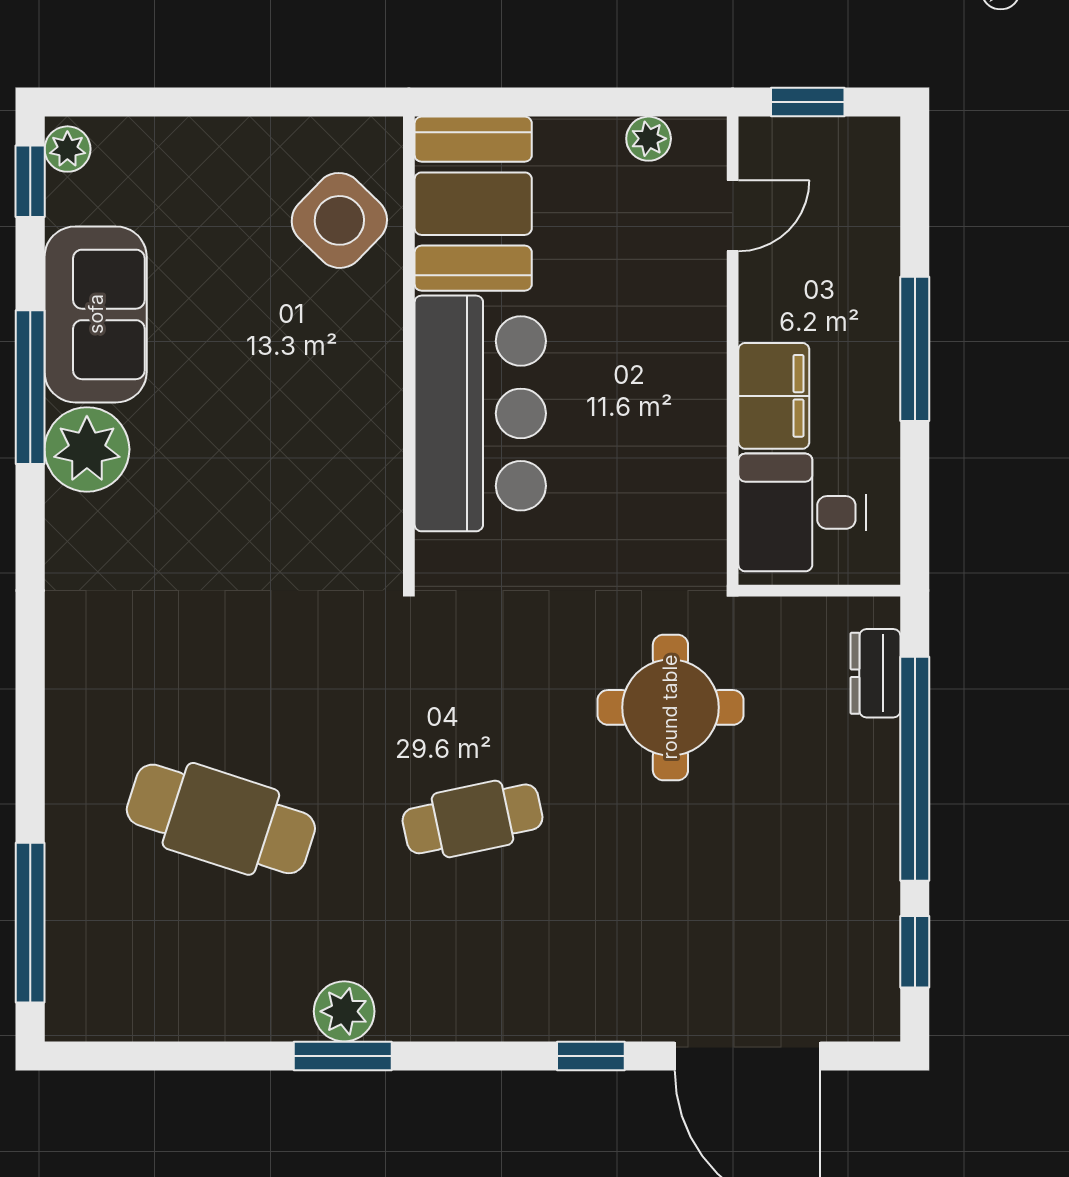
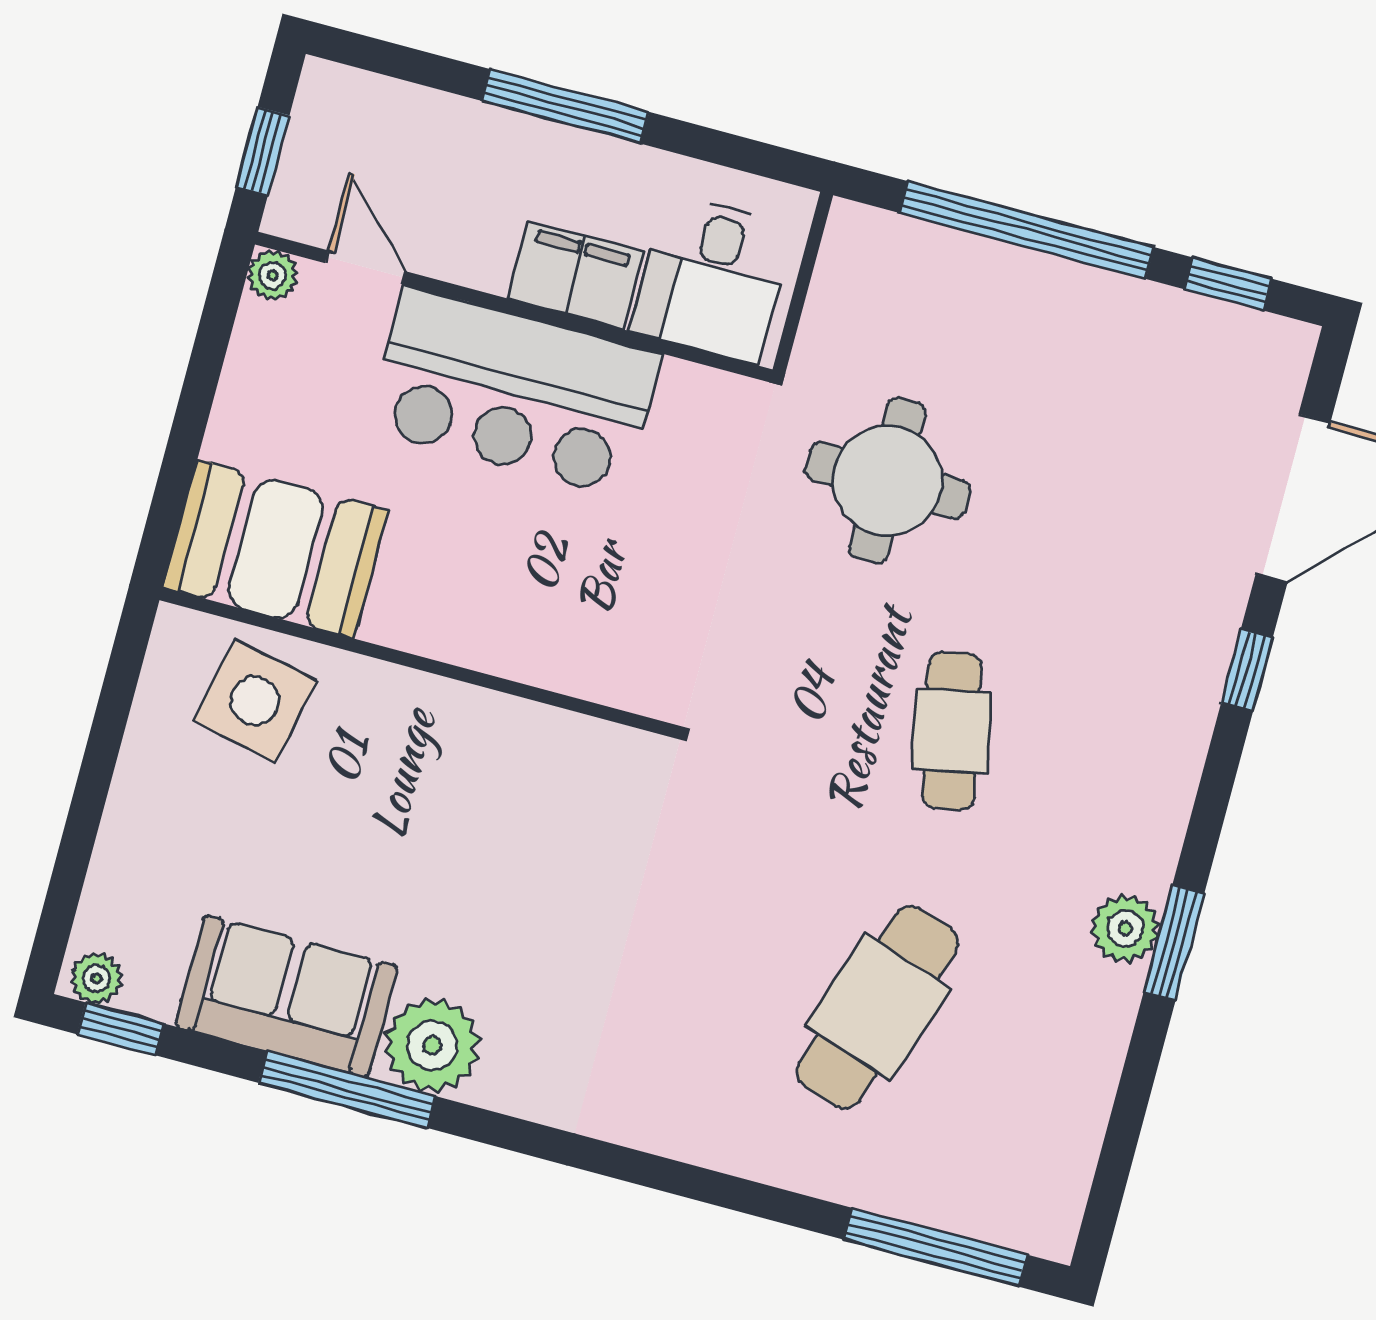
plant: (649, 139) -> (273, 275), moved
side table: (339, 220) -> (255, 701), turned -32
bar counter: (480, 413) -> (514, 391), moved, turned 180
dresser: (875, 673) -> (910, 245), removed

